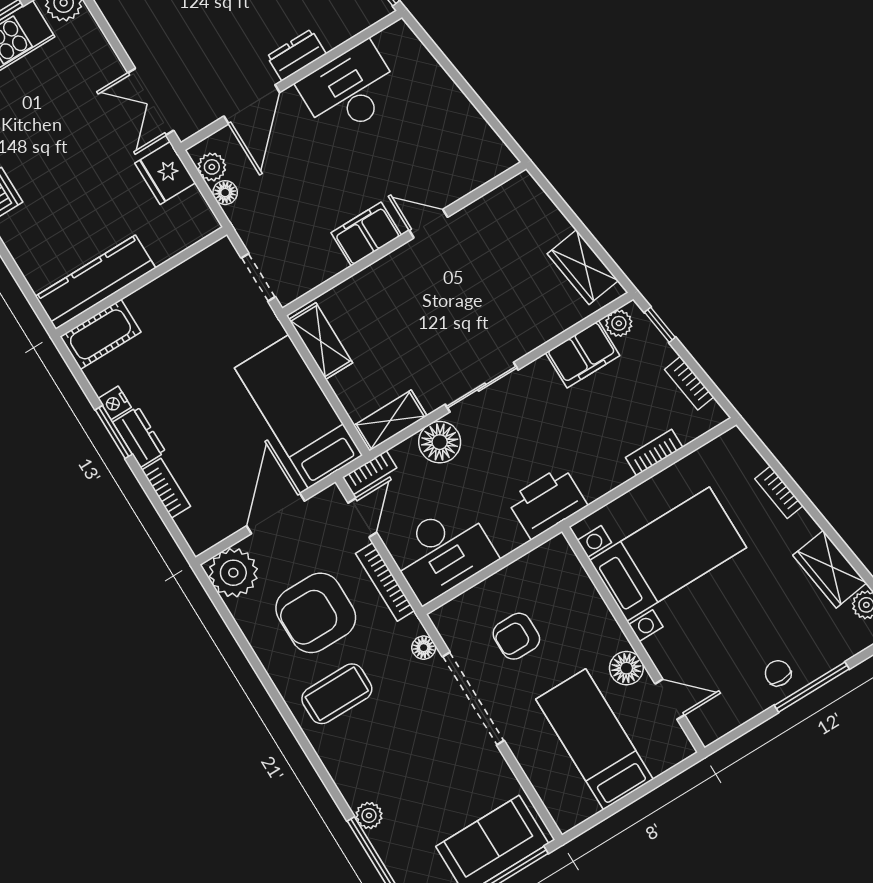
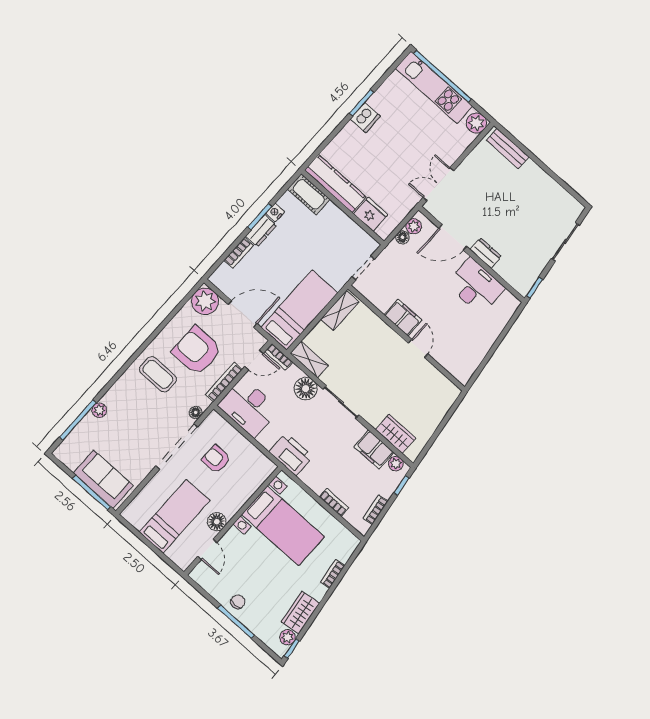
fridge: (165, 173) -> (371, 214), moved, turned 90
wardrobe: (583, 267) -> (396, 434), moved, turned 98

